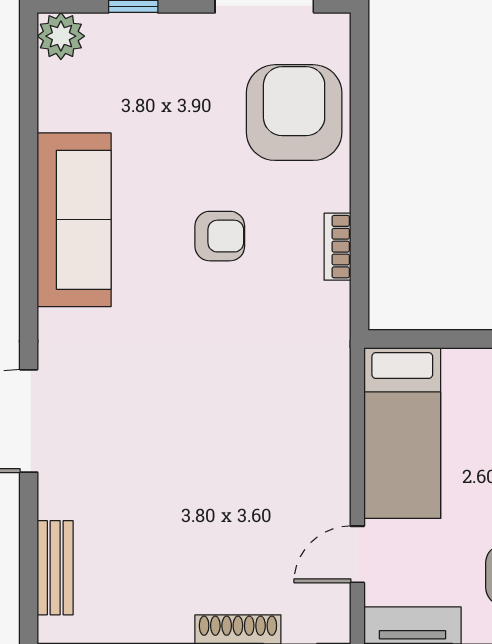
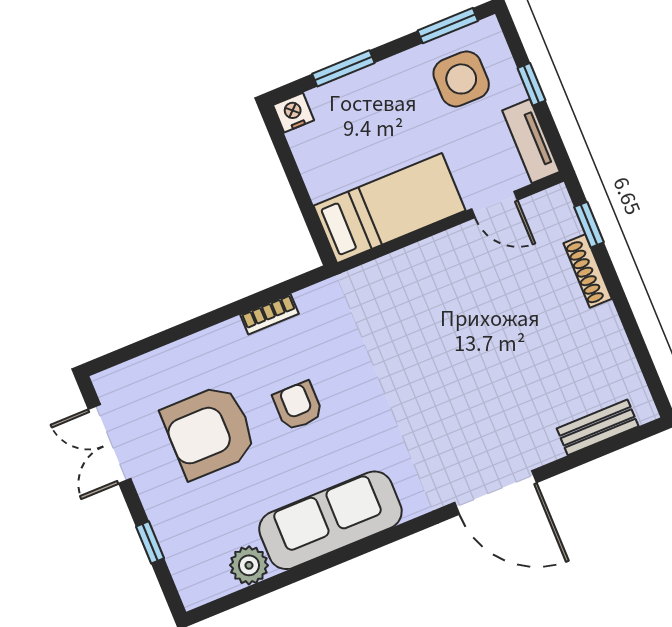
plant: (61, 36) -> (249, 565), moved
armchair: (294, 113) -> (209, 431), moved

